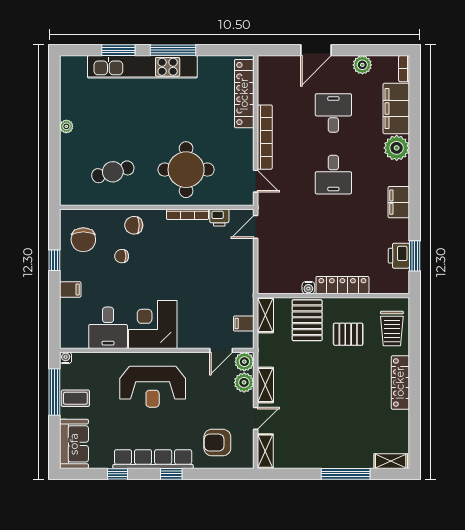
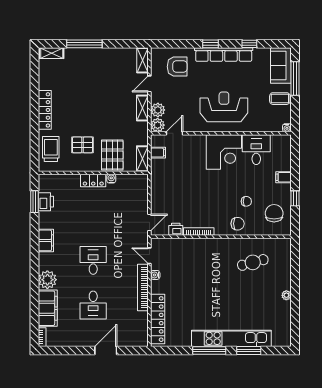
plant: (362, 65) -> (72, 340), removed
water cooler: (248, 154) -> (155, 275), added
round table: (186, 170) -> (200, 264), removed
locker: (342, 285) -> (93, 180), width x0.66
window: (54, 392) -> (295, 78), moved

